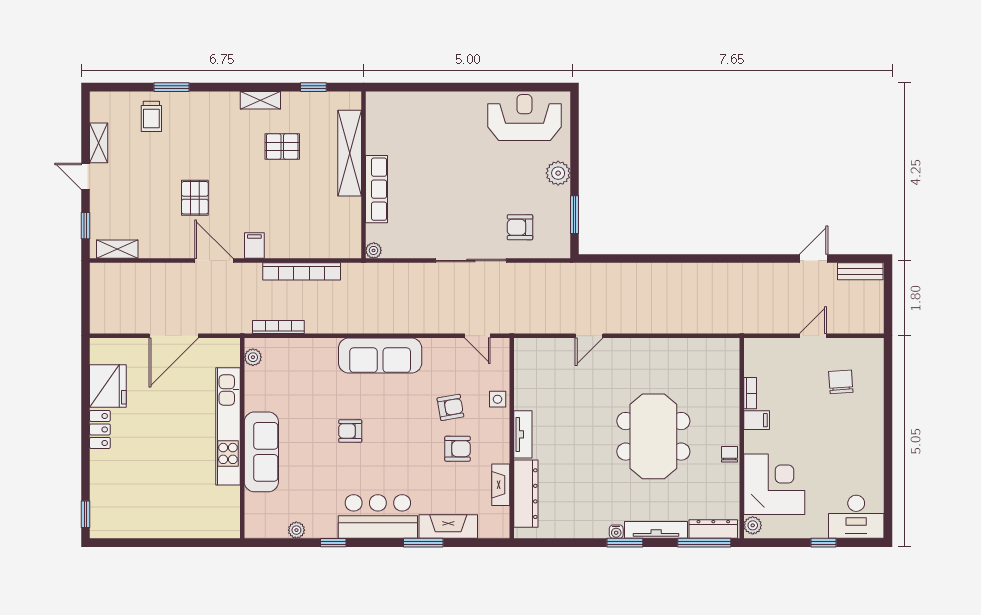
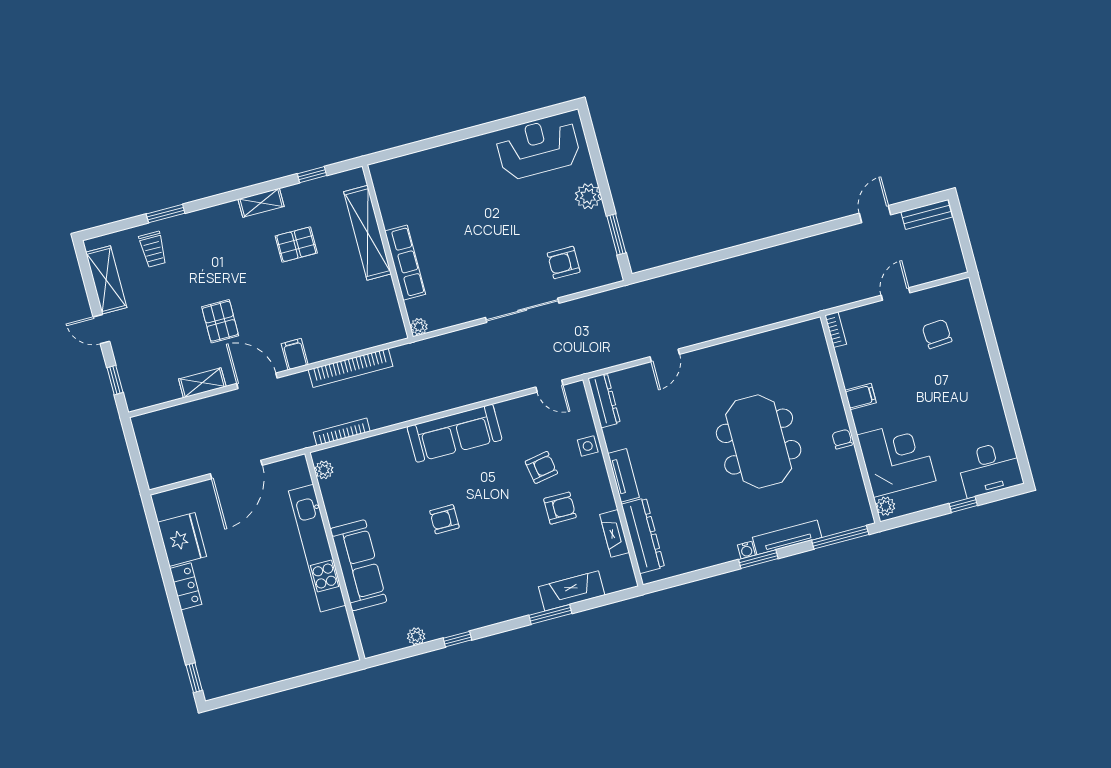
shelving: (99, 143) -> (106, 280), width x1.50, depth x1.33
shelving: (117, 249) -> (202, 383), moved
bookcase: (750, 393) -> (836, 330), moved
bar counter: (378, 516) -> (496, 600), removed
dresser: (713, 529) -> (604, 401), moved, turned 90

